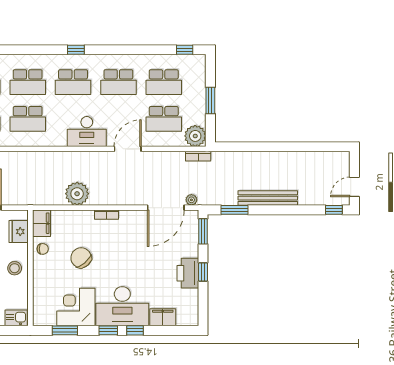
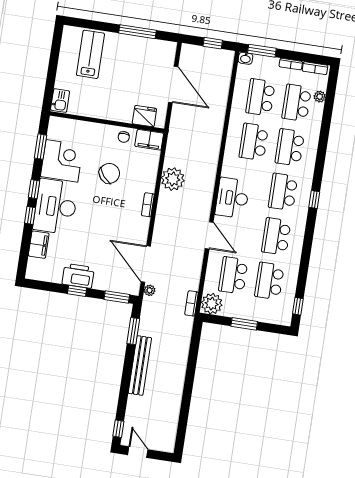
stool: (15, 268) -> (109, 107), removed

